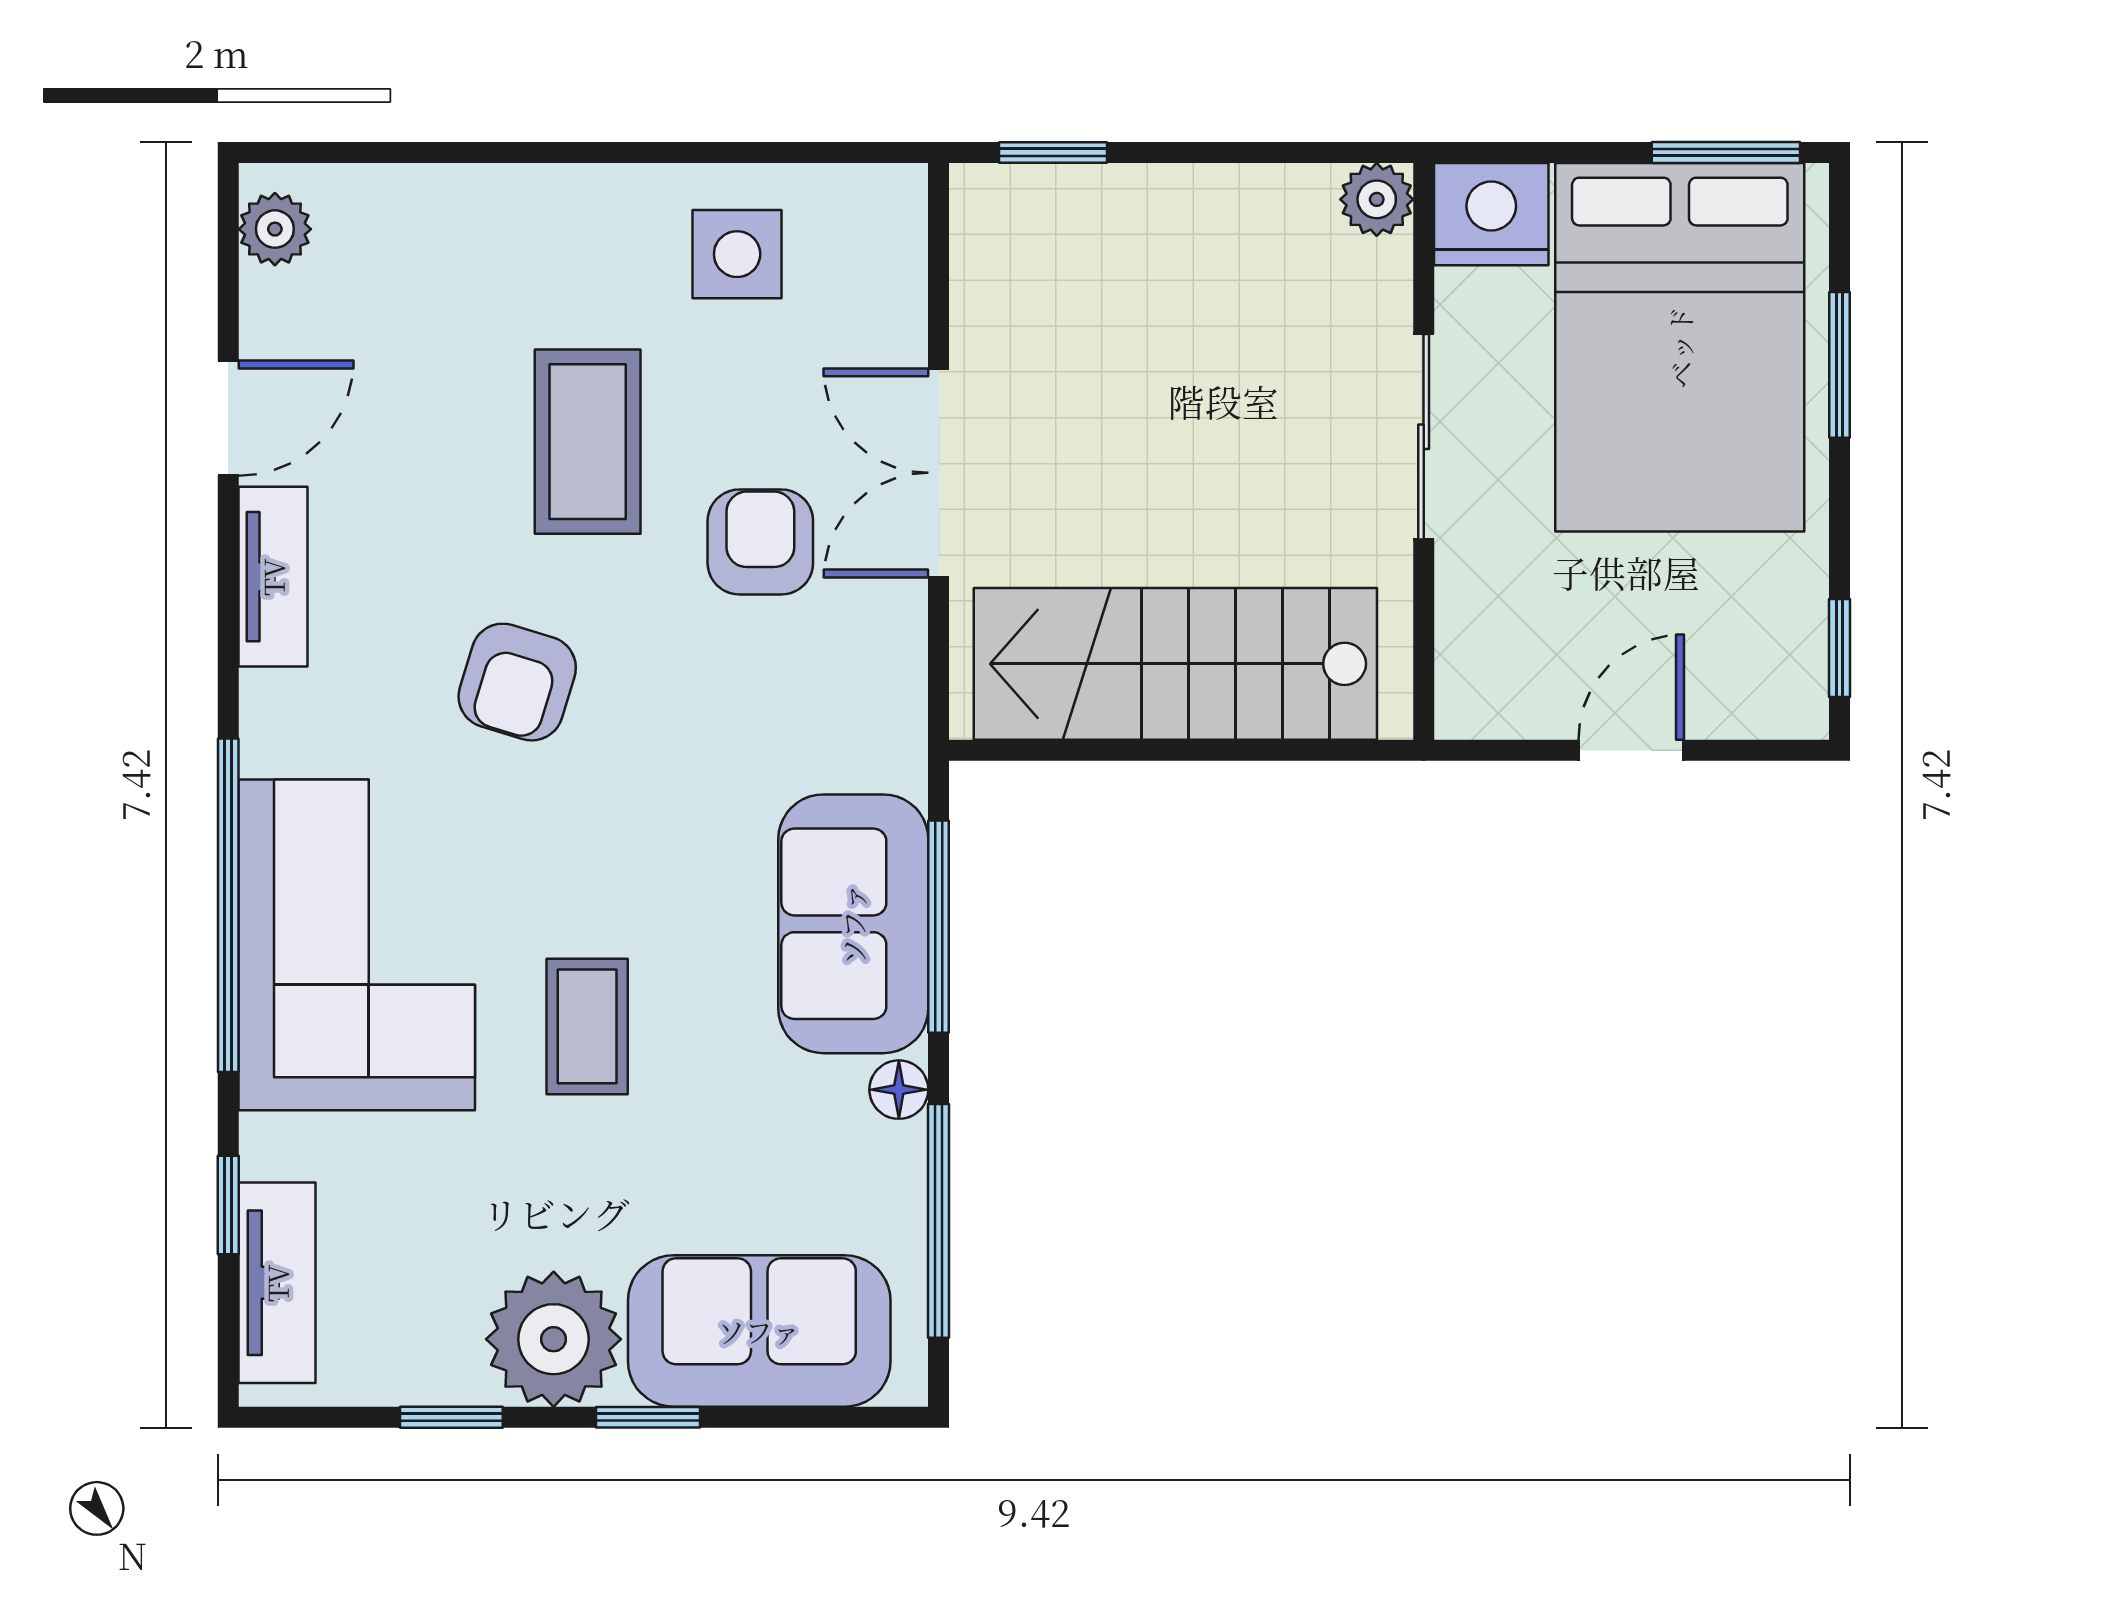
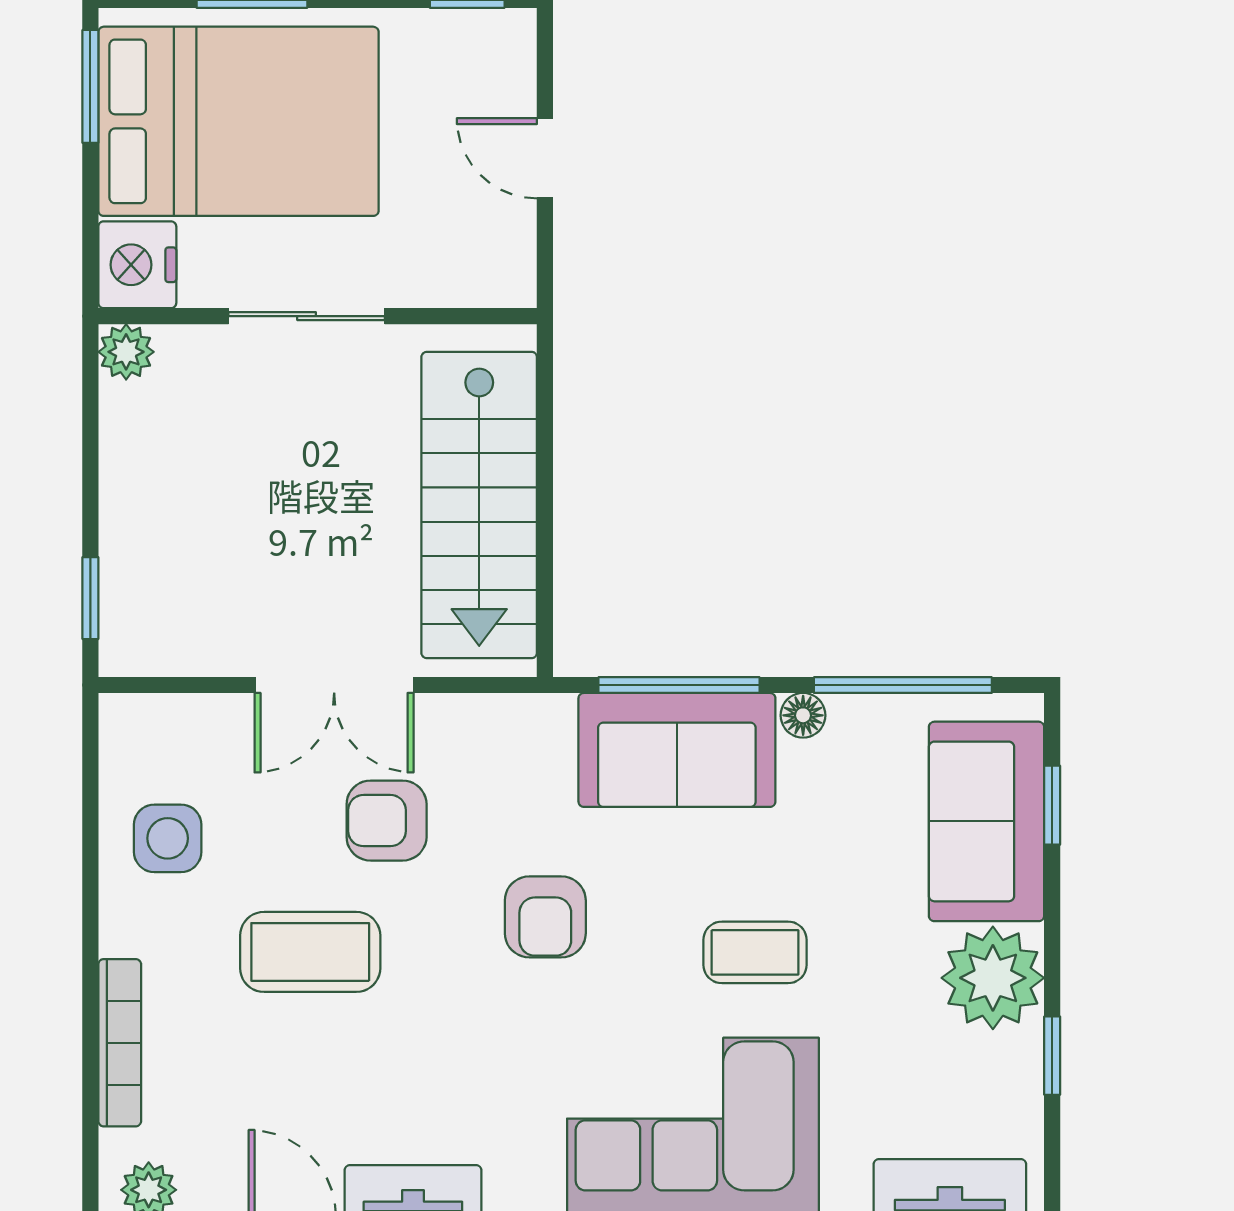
bookcase: (468, 191) -> (120, 1043), added
armchair: (517, 682) -> (545, 917), moved, turned 73
window: (648, 1417) -> (1052, 805), moved

